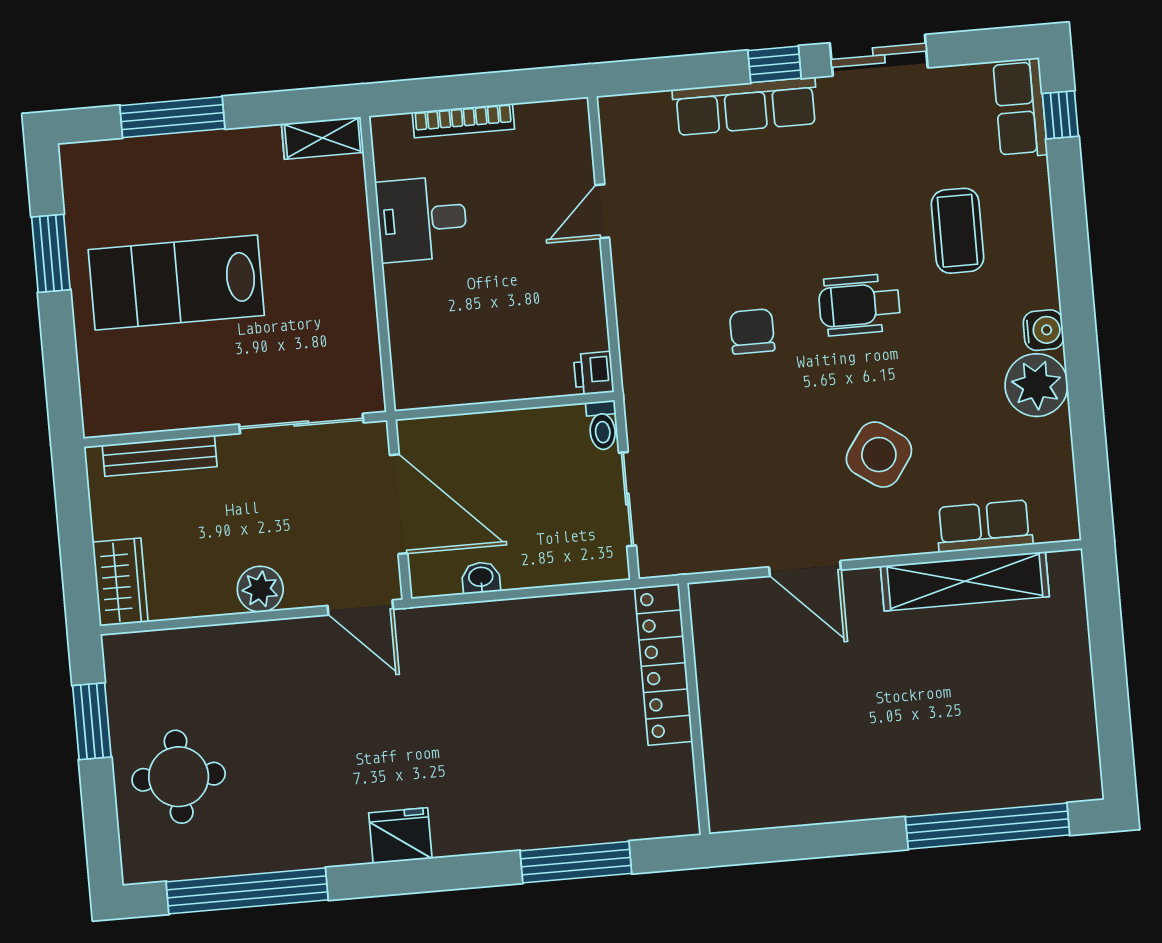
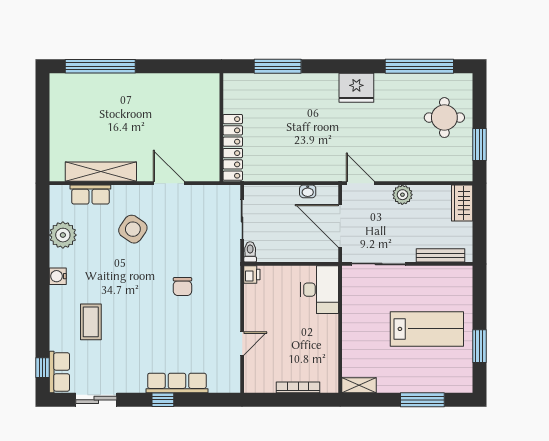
sliding door: (879, 55) -> (96, 400), moved
desk: (422, 219) -> (320, 290), moved, width x1.37
wheelchair: (859, 305) -> (136, 294), removed
plant: (1036, 385) -> (63, 235), moved
fridge: (400, 836) -> (356, 88), width x1.36, depth x1.34

